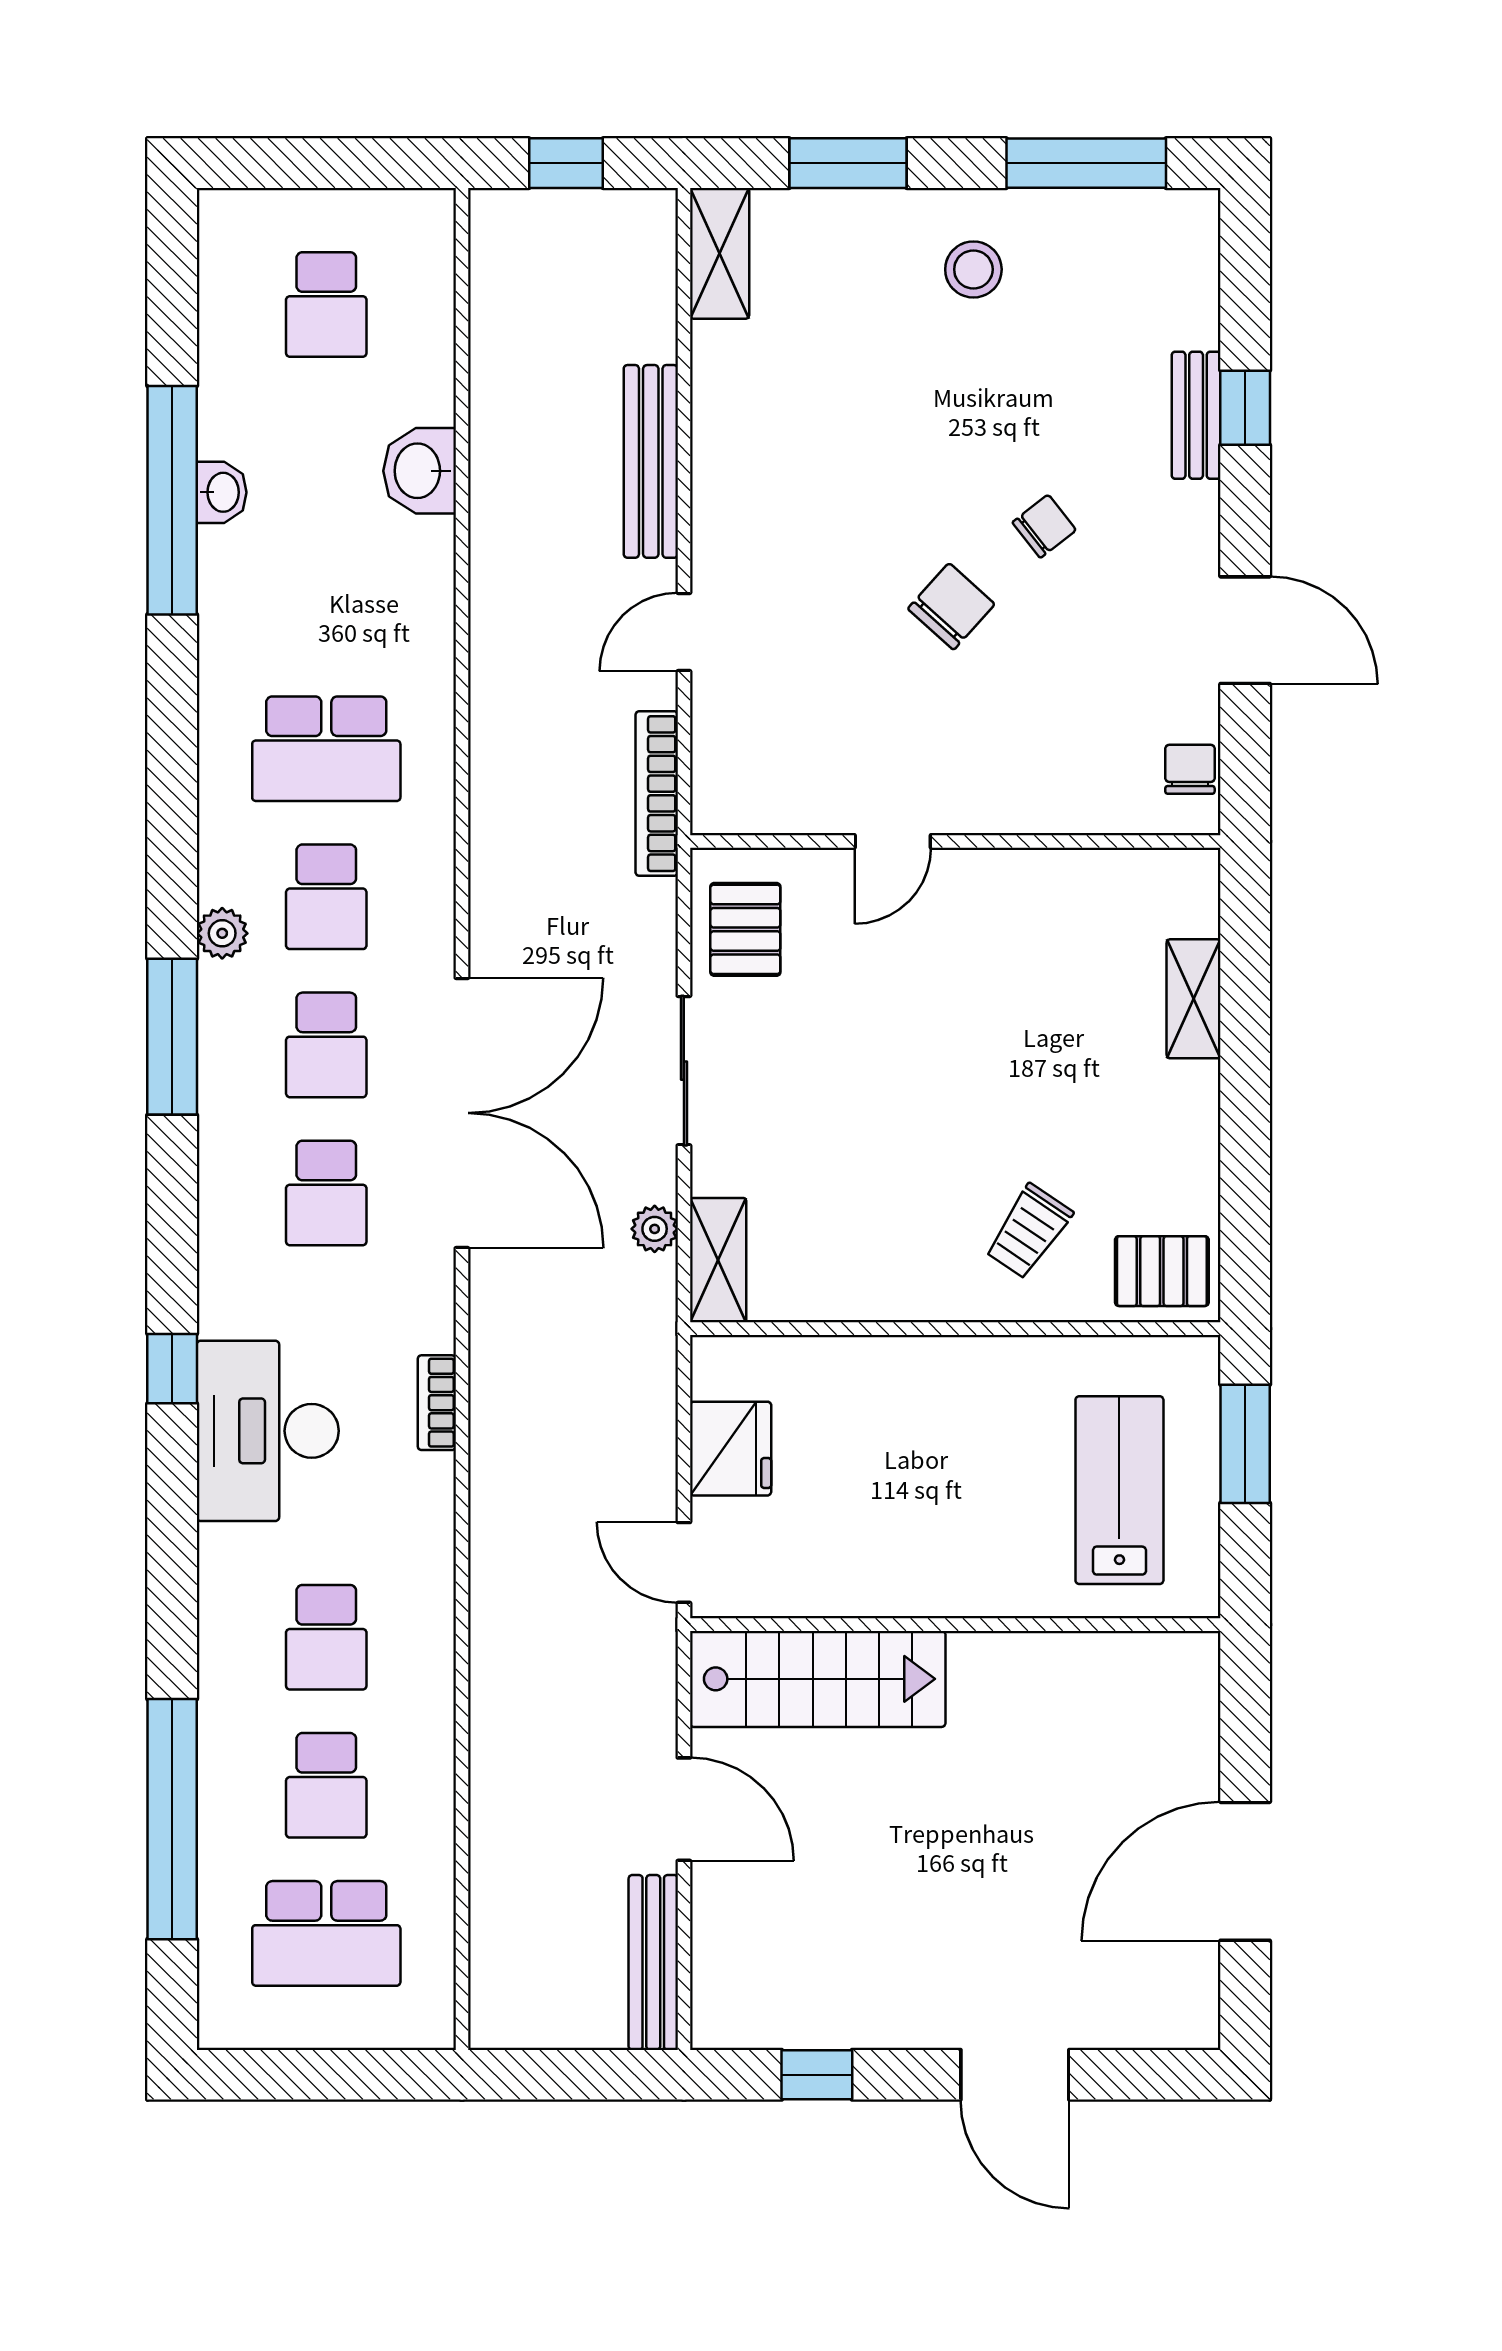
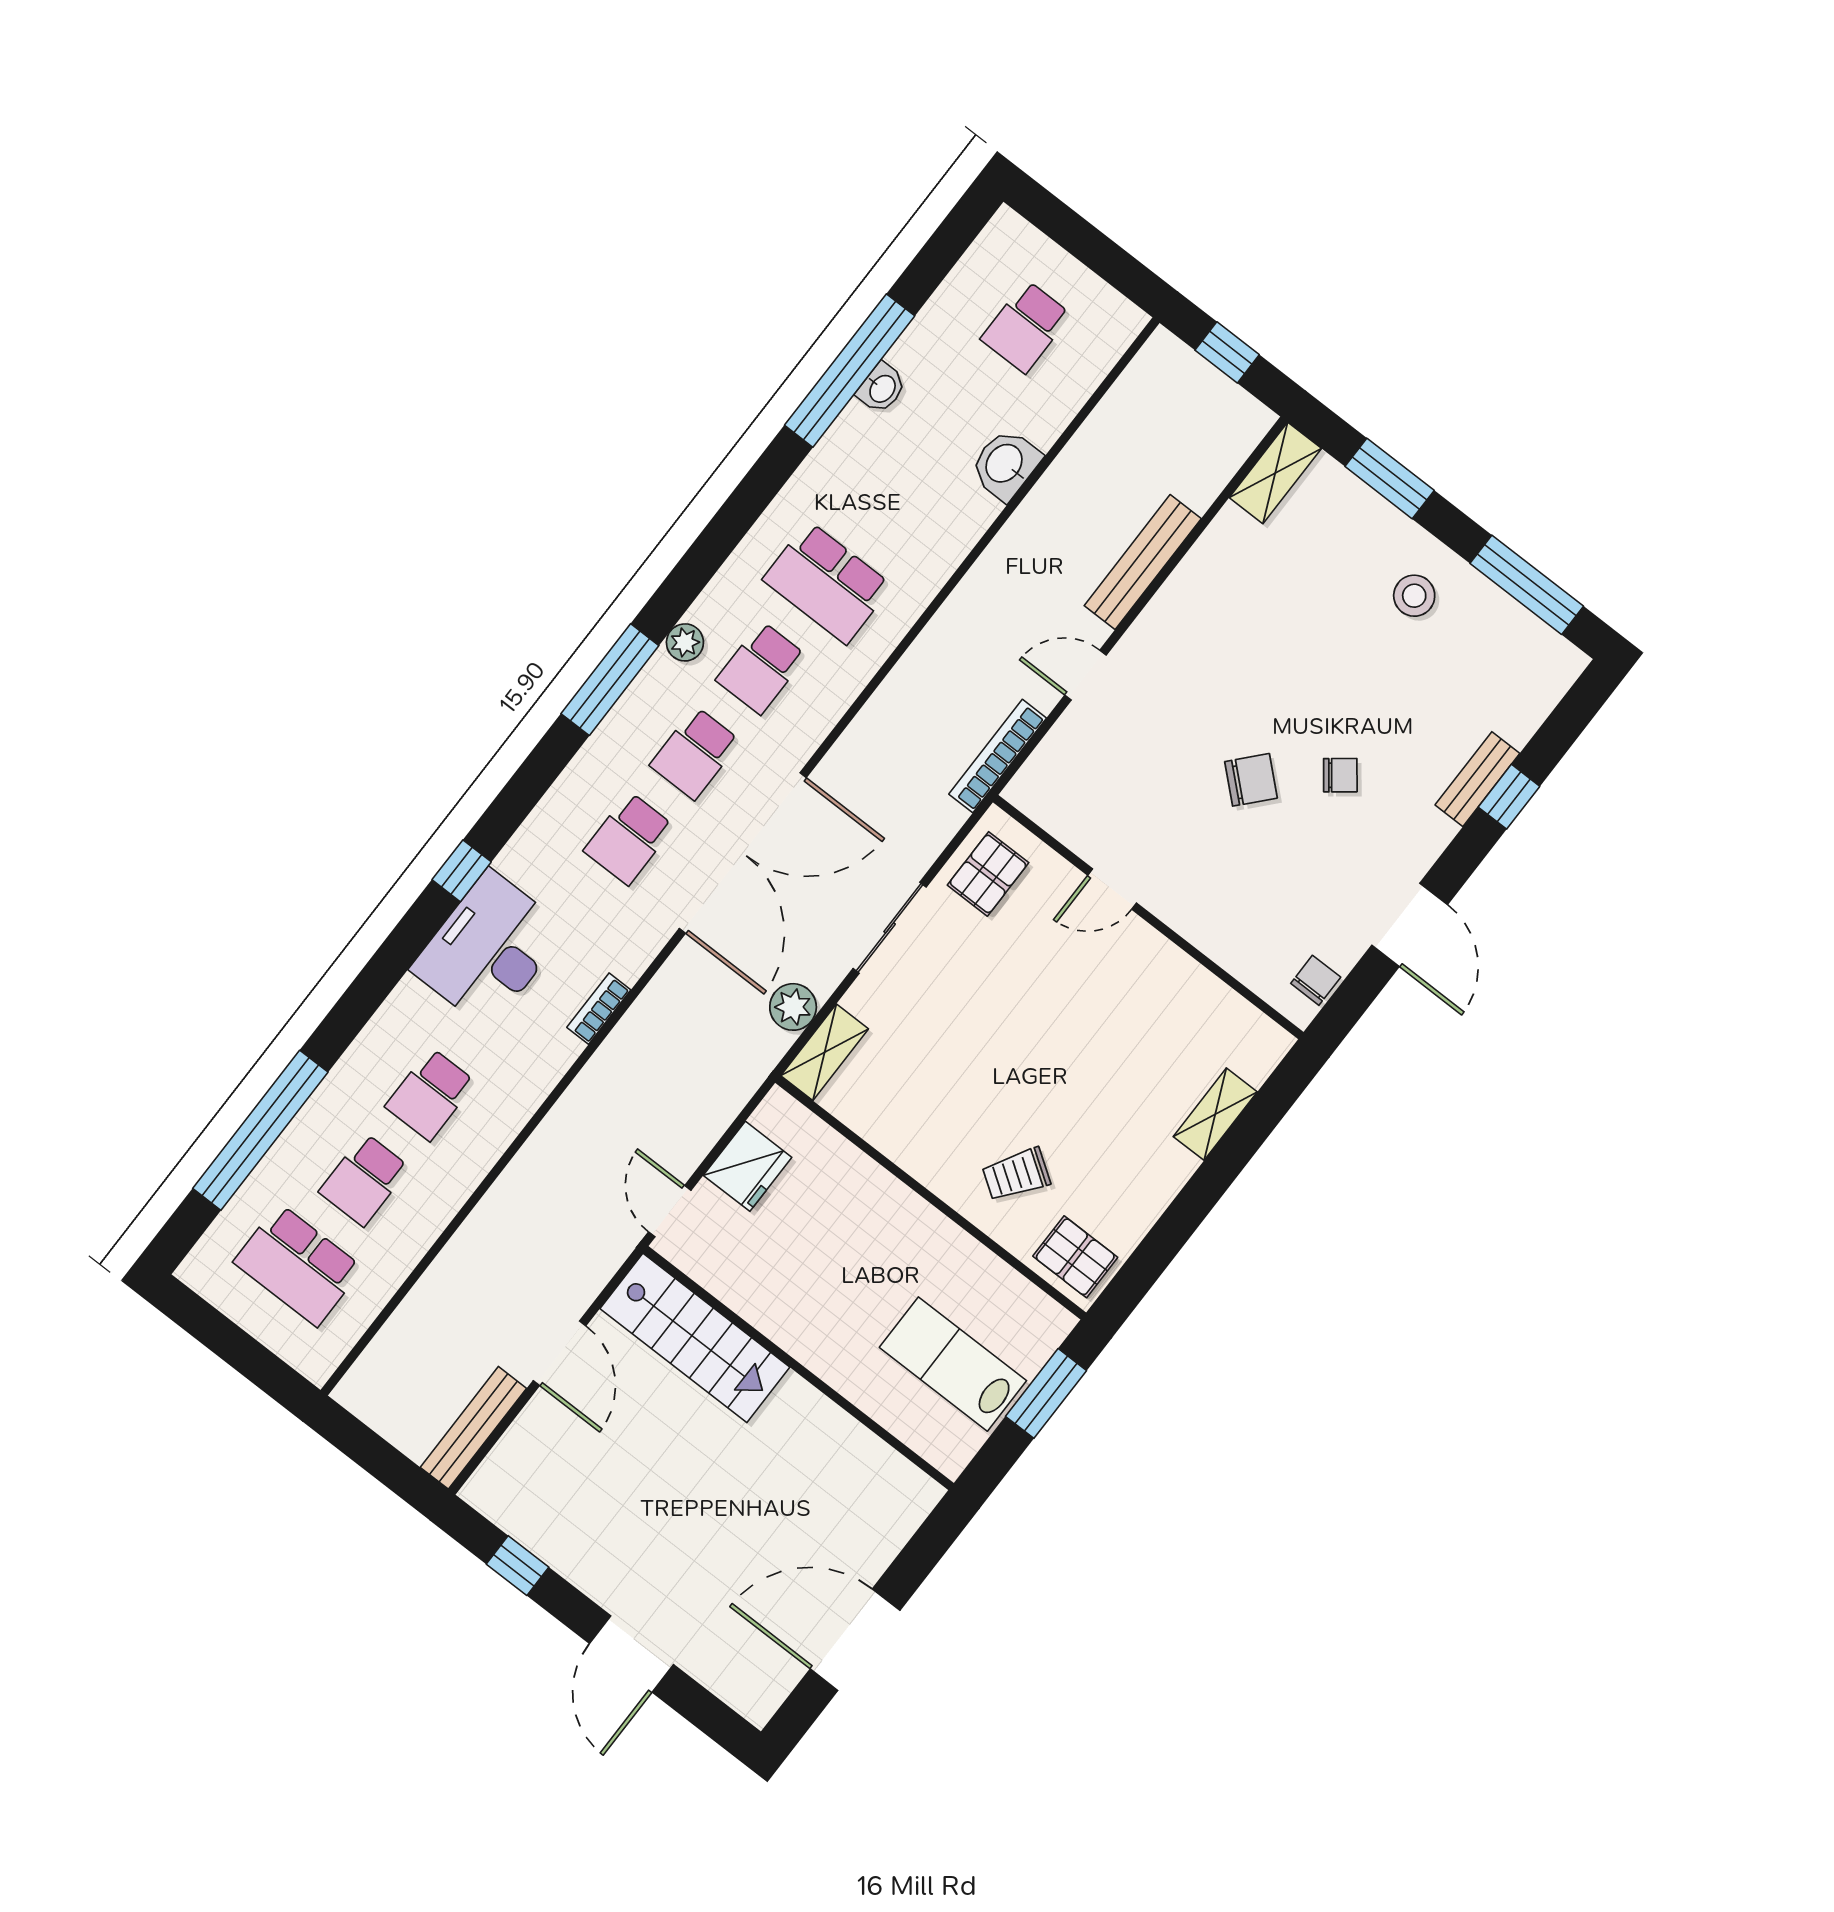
plant: (655, 1229) -> (793, 1007), width x1.38, depth x1.38
lab bench: (1119, 1490) -> (953, 1364), turned -90

